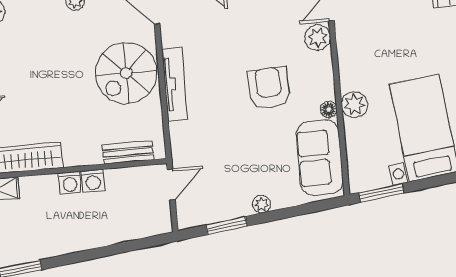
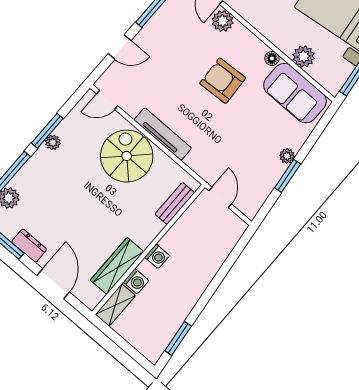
spiral stairs: (126, 73) -> (127, 156), turned 180
plant: (354, 105) -> (304, 57), moved
washing machine: (93, 181) -> (136, 281), moved
window: (227, 226) -> (288, 176), moved

